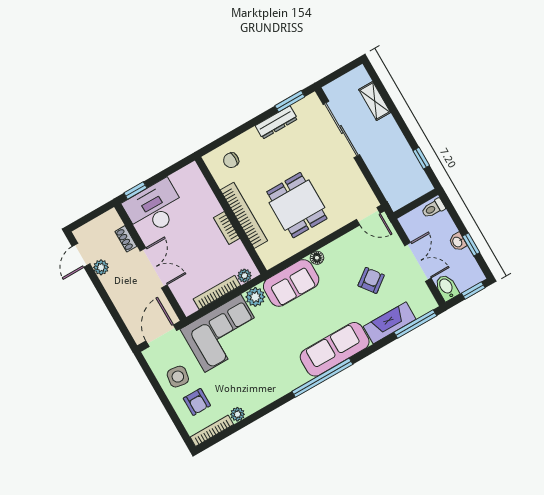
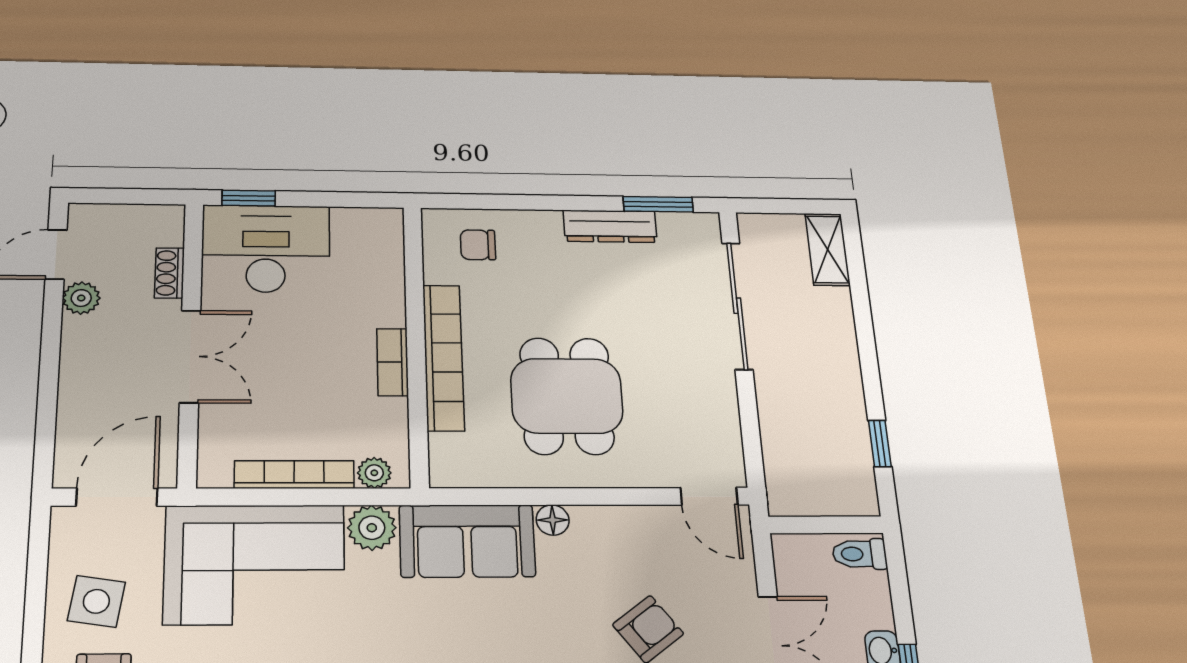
shelving: (375, 101) -> (828, 249), moved

